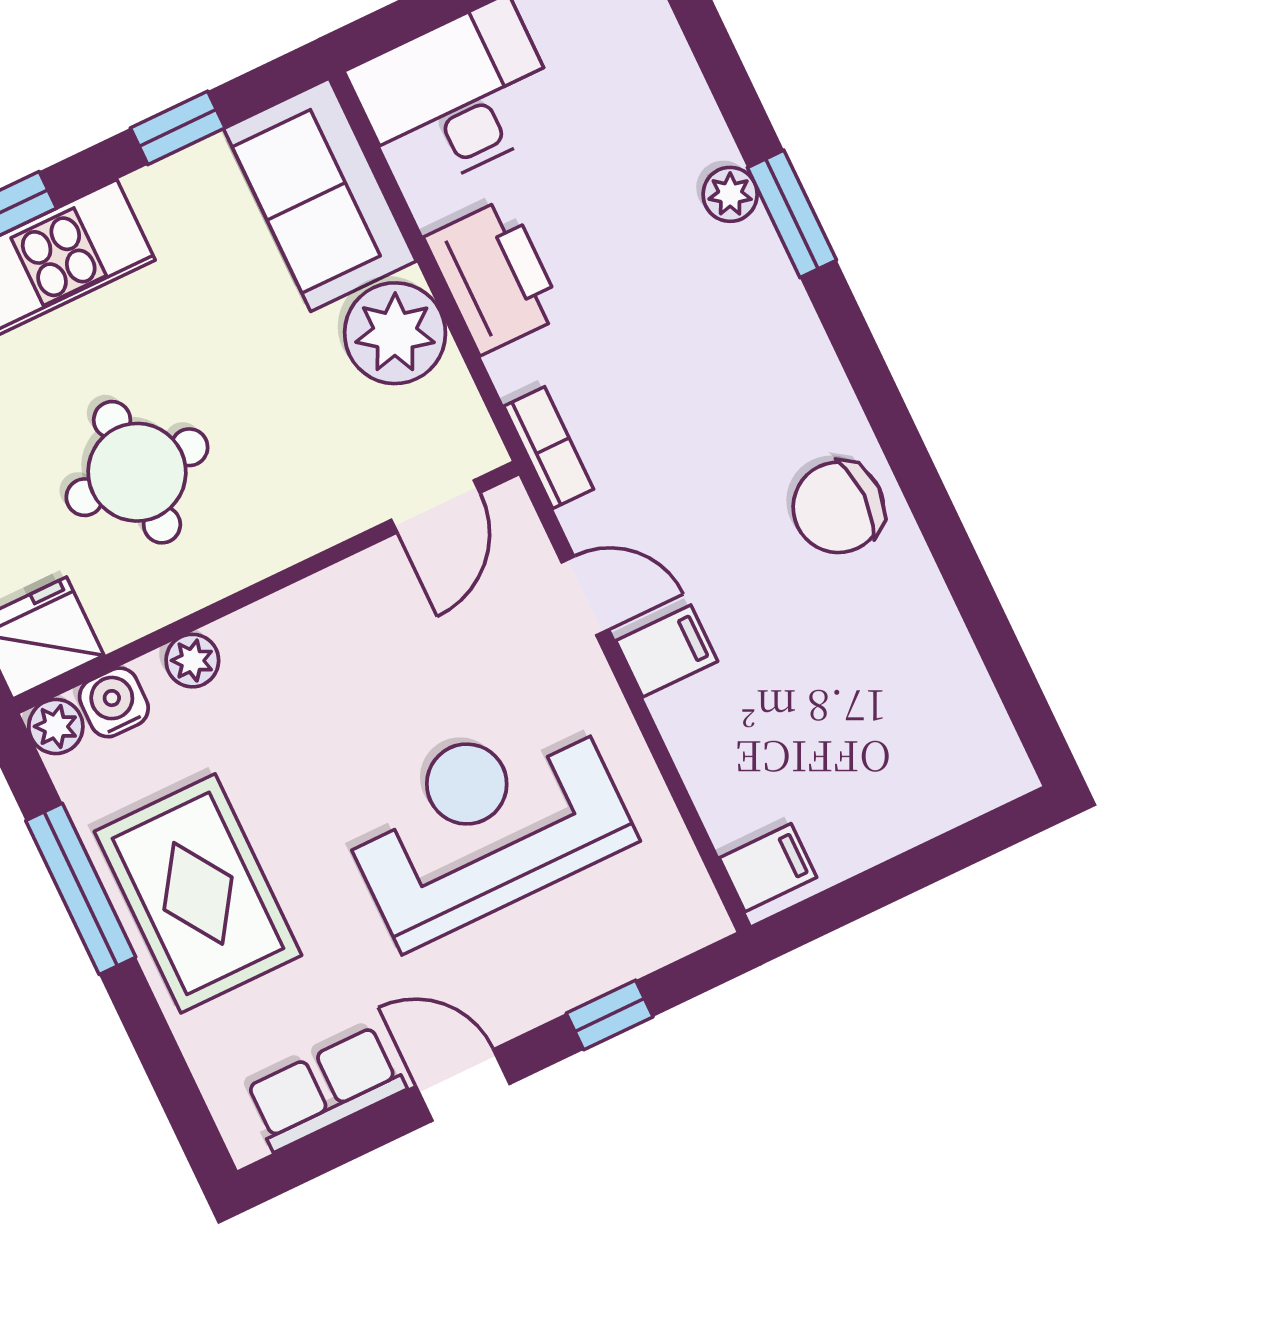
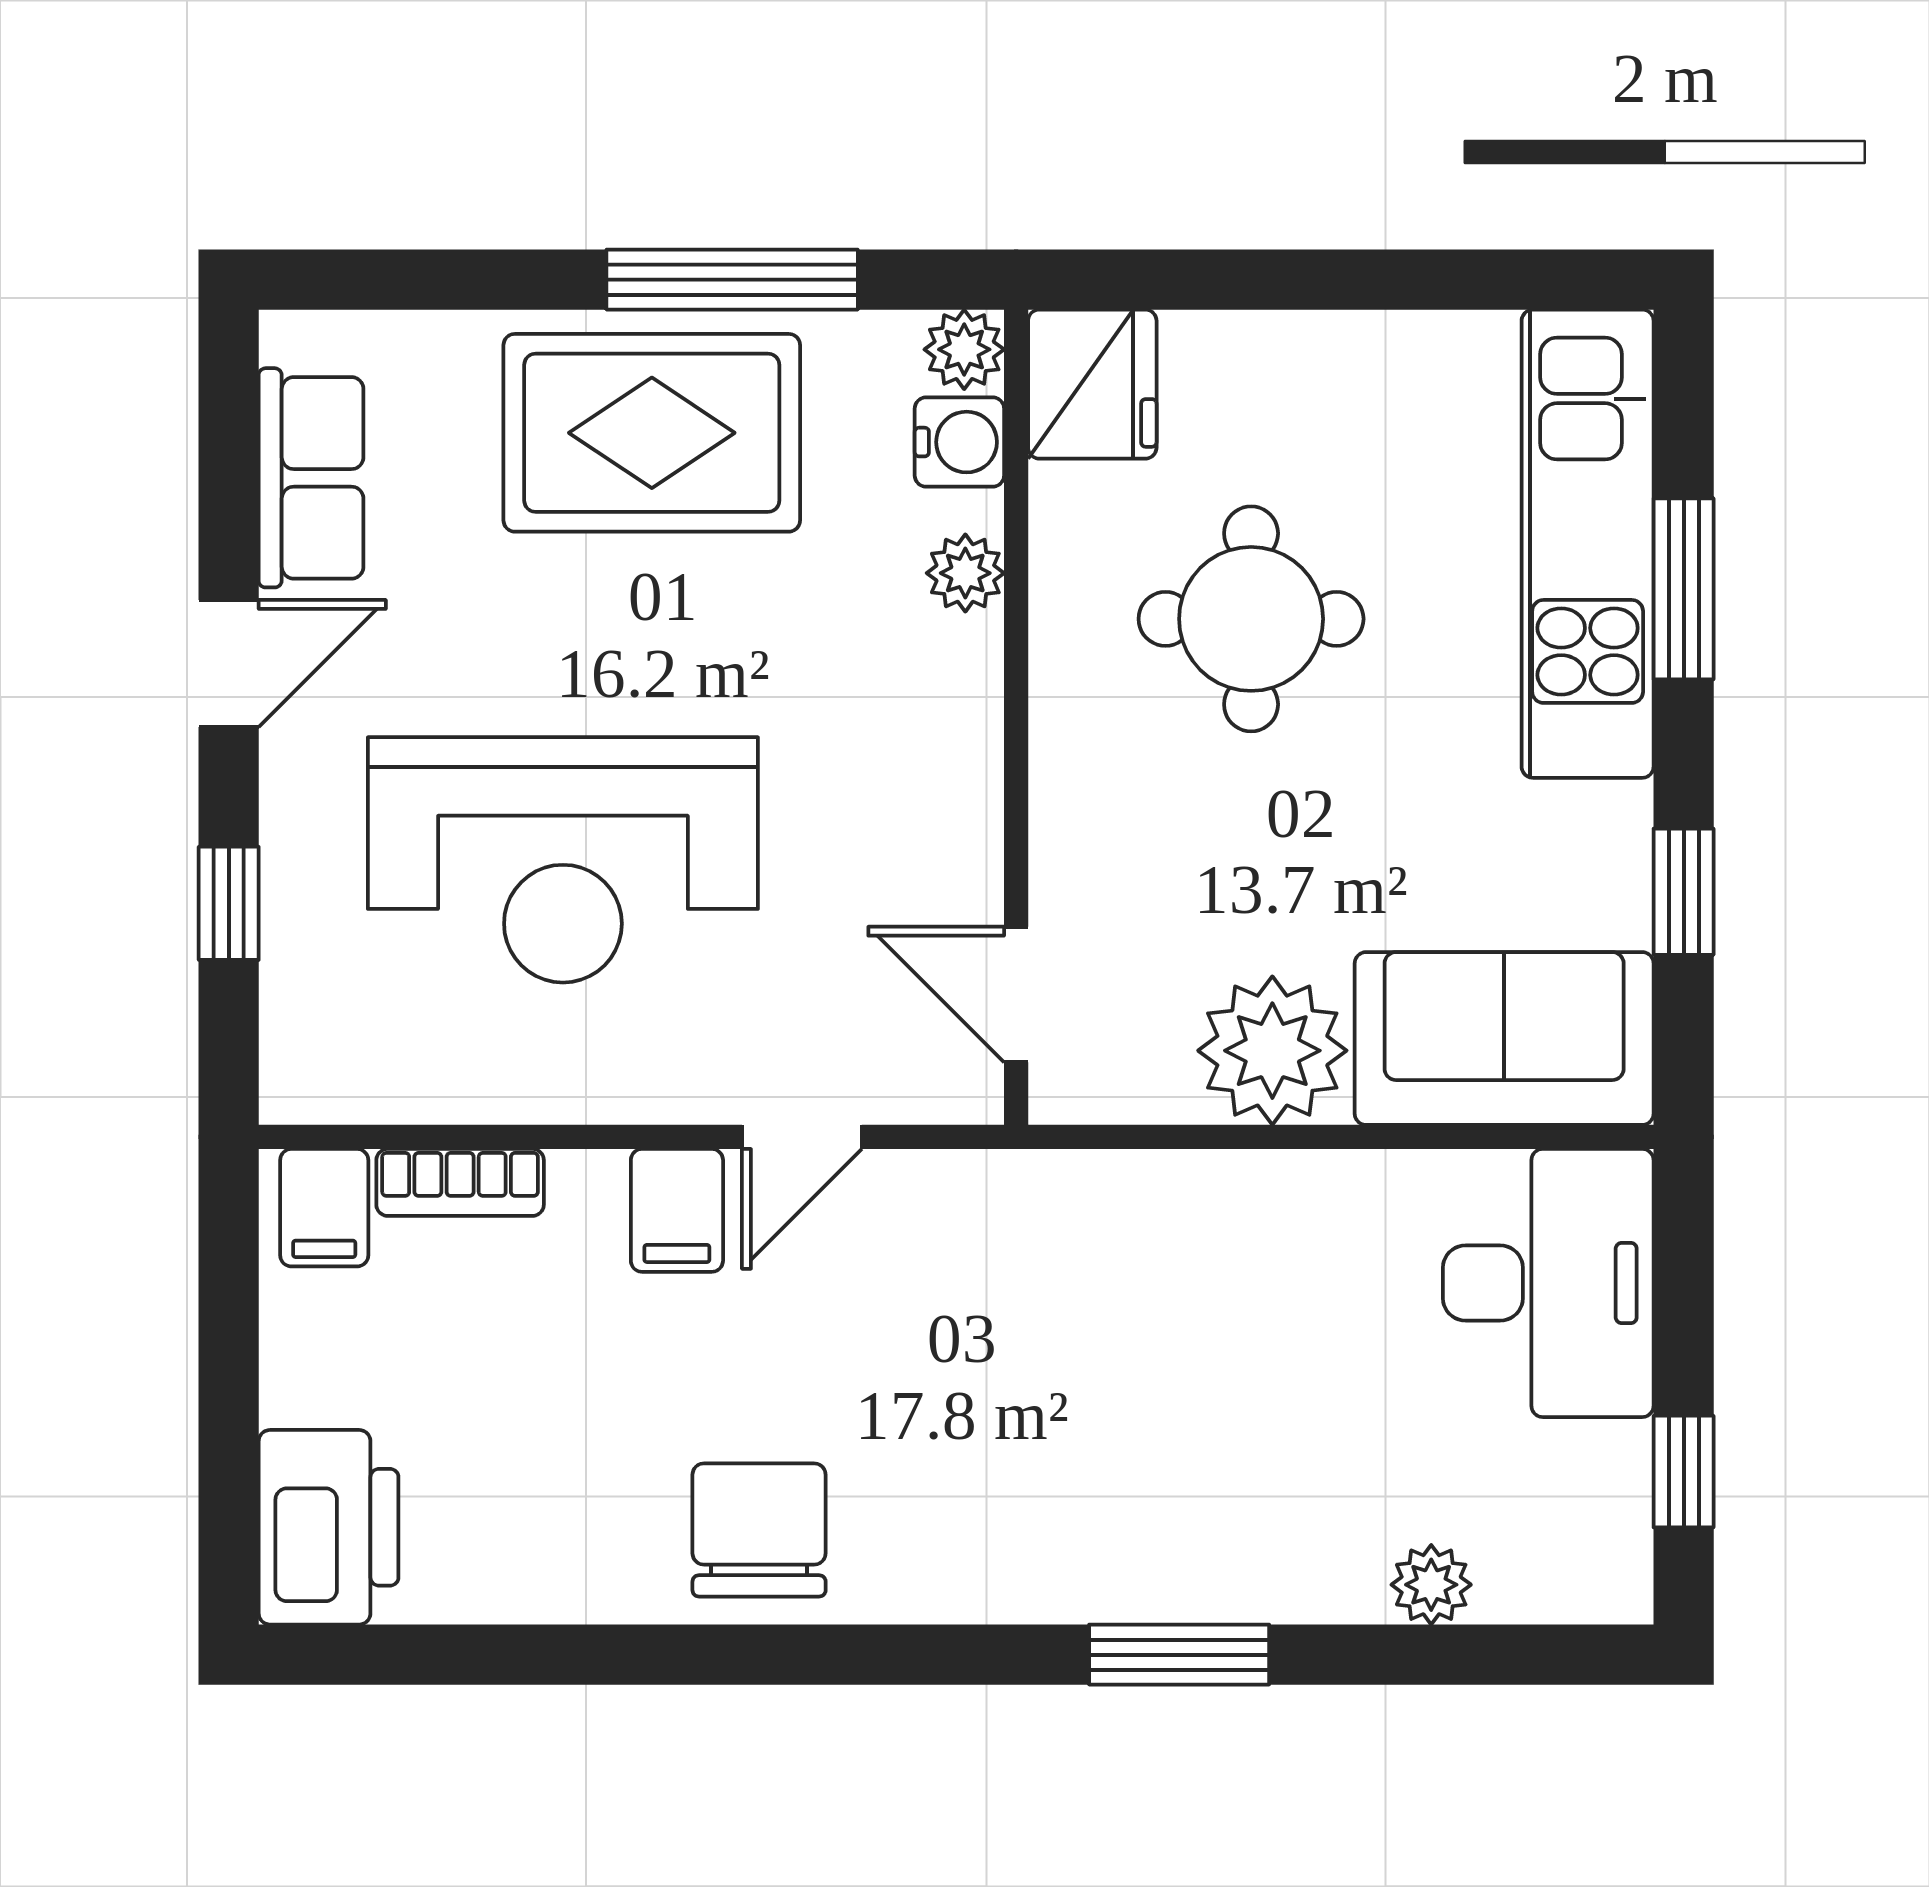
plant: (730, 194) -> (1431, 1585), moved
printer: (494, 276) -> (329, 1527), moved, turned -90
bookcase: (549, 448) -> (460, 1182), moved
reception desk: (485, 823) -> (563, 860), turned 90

